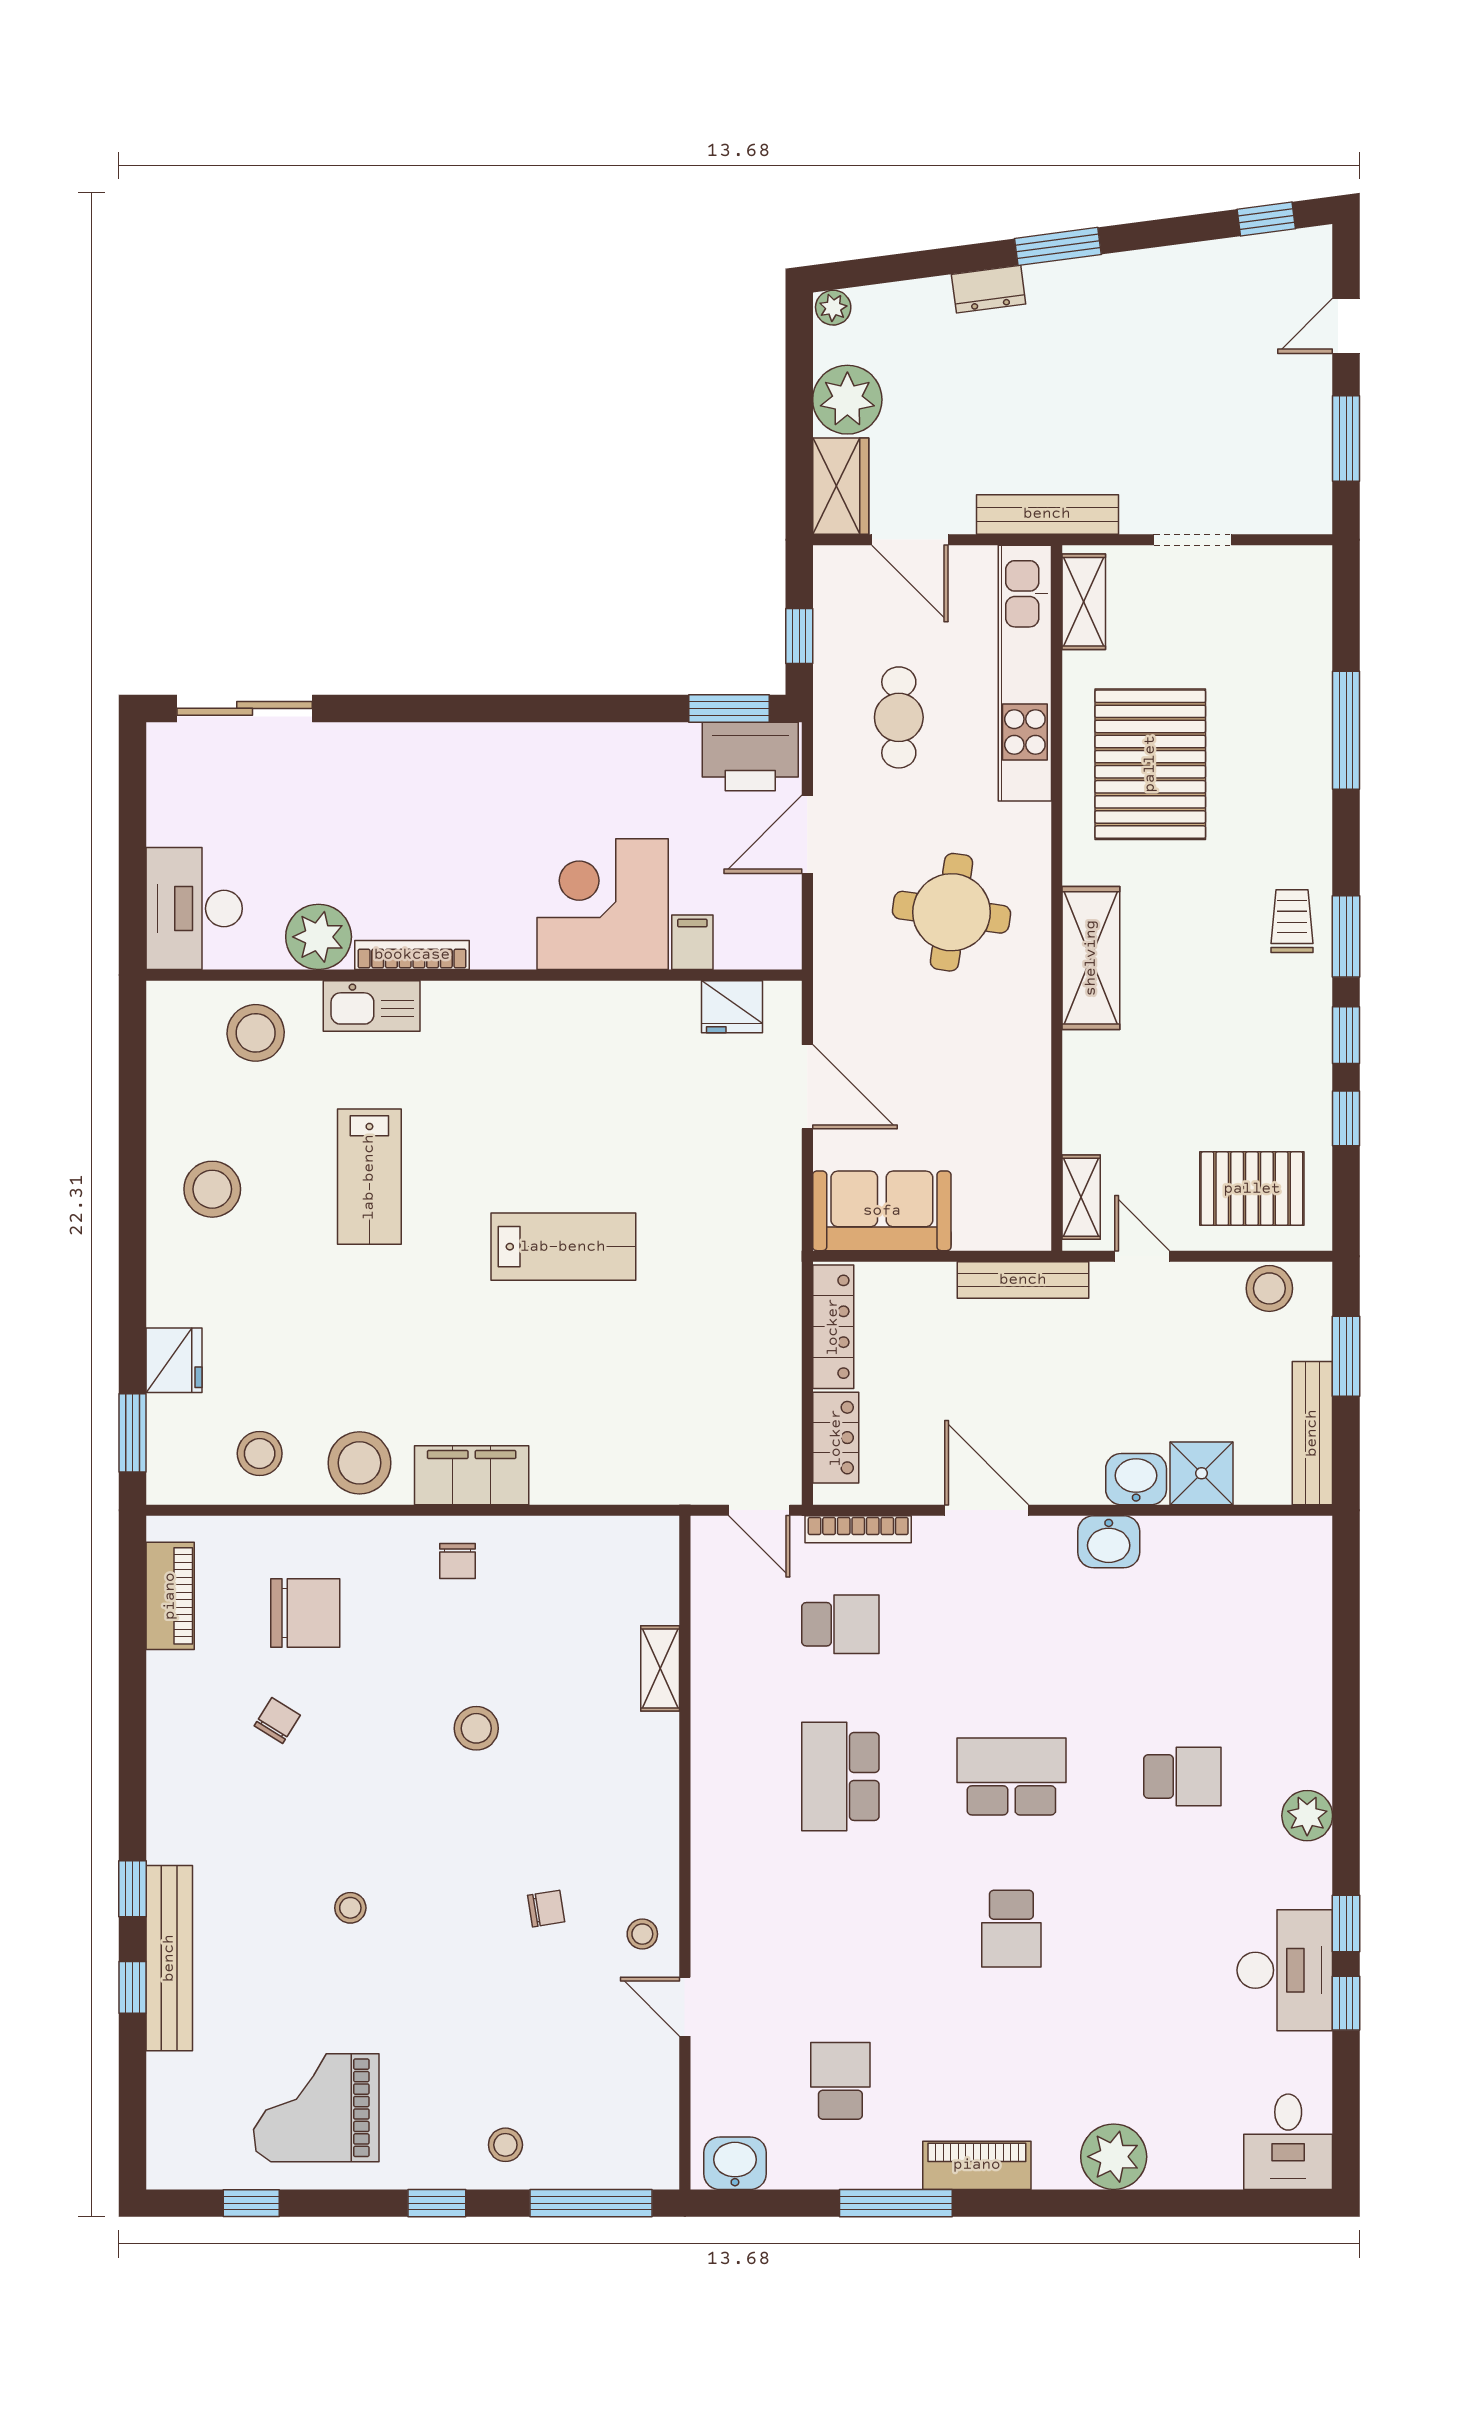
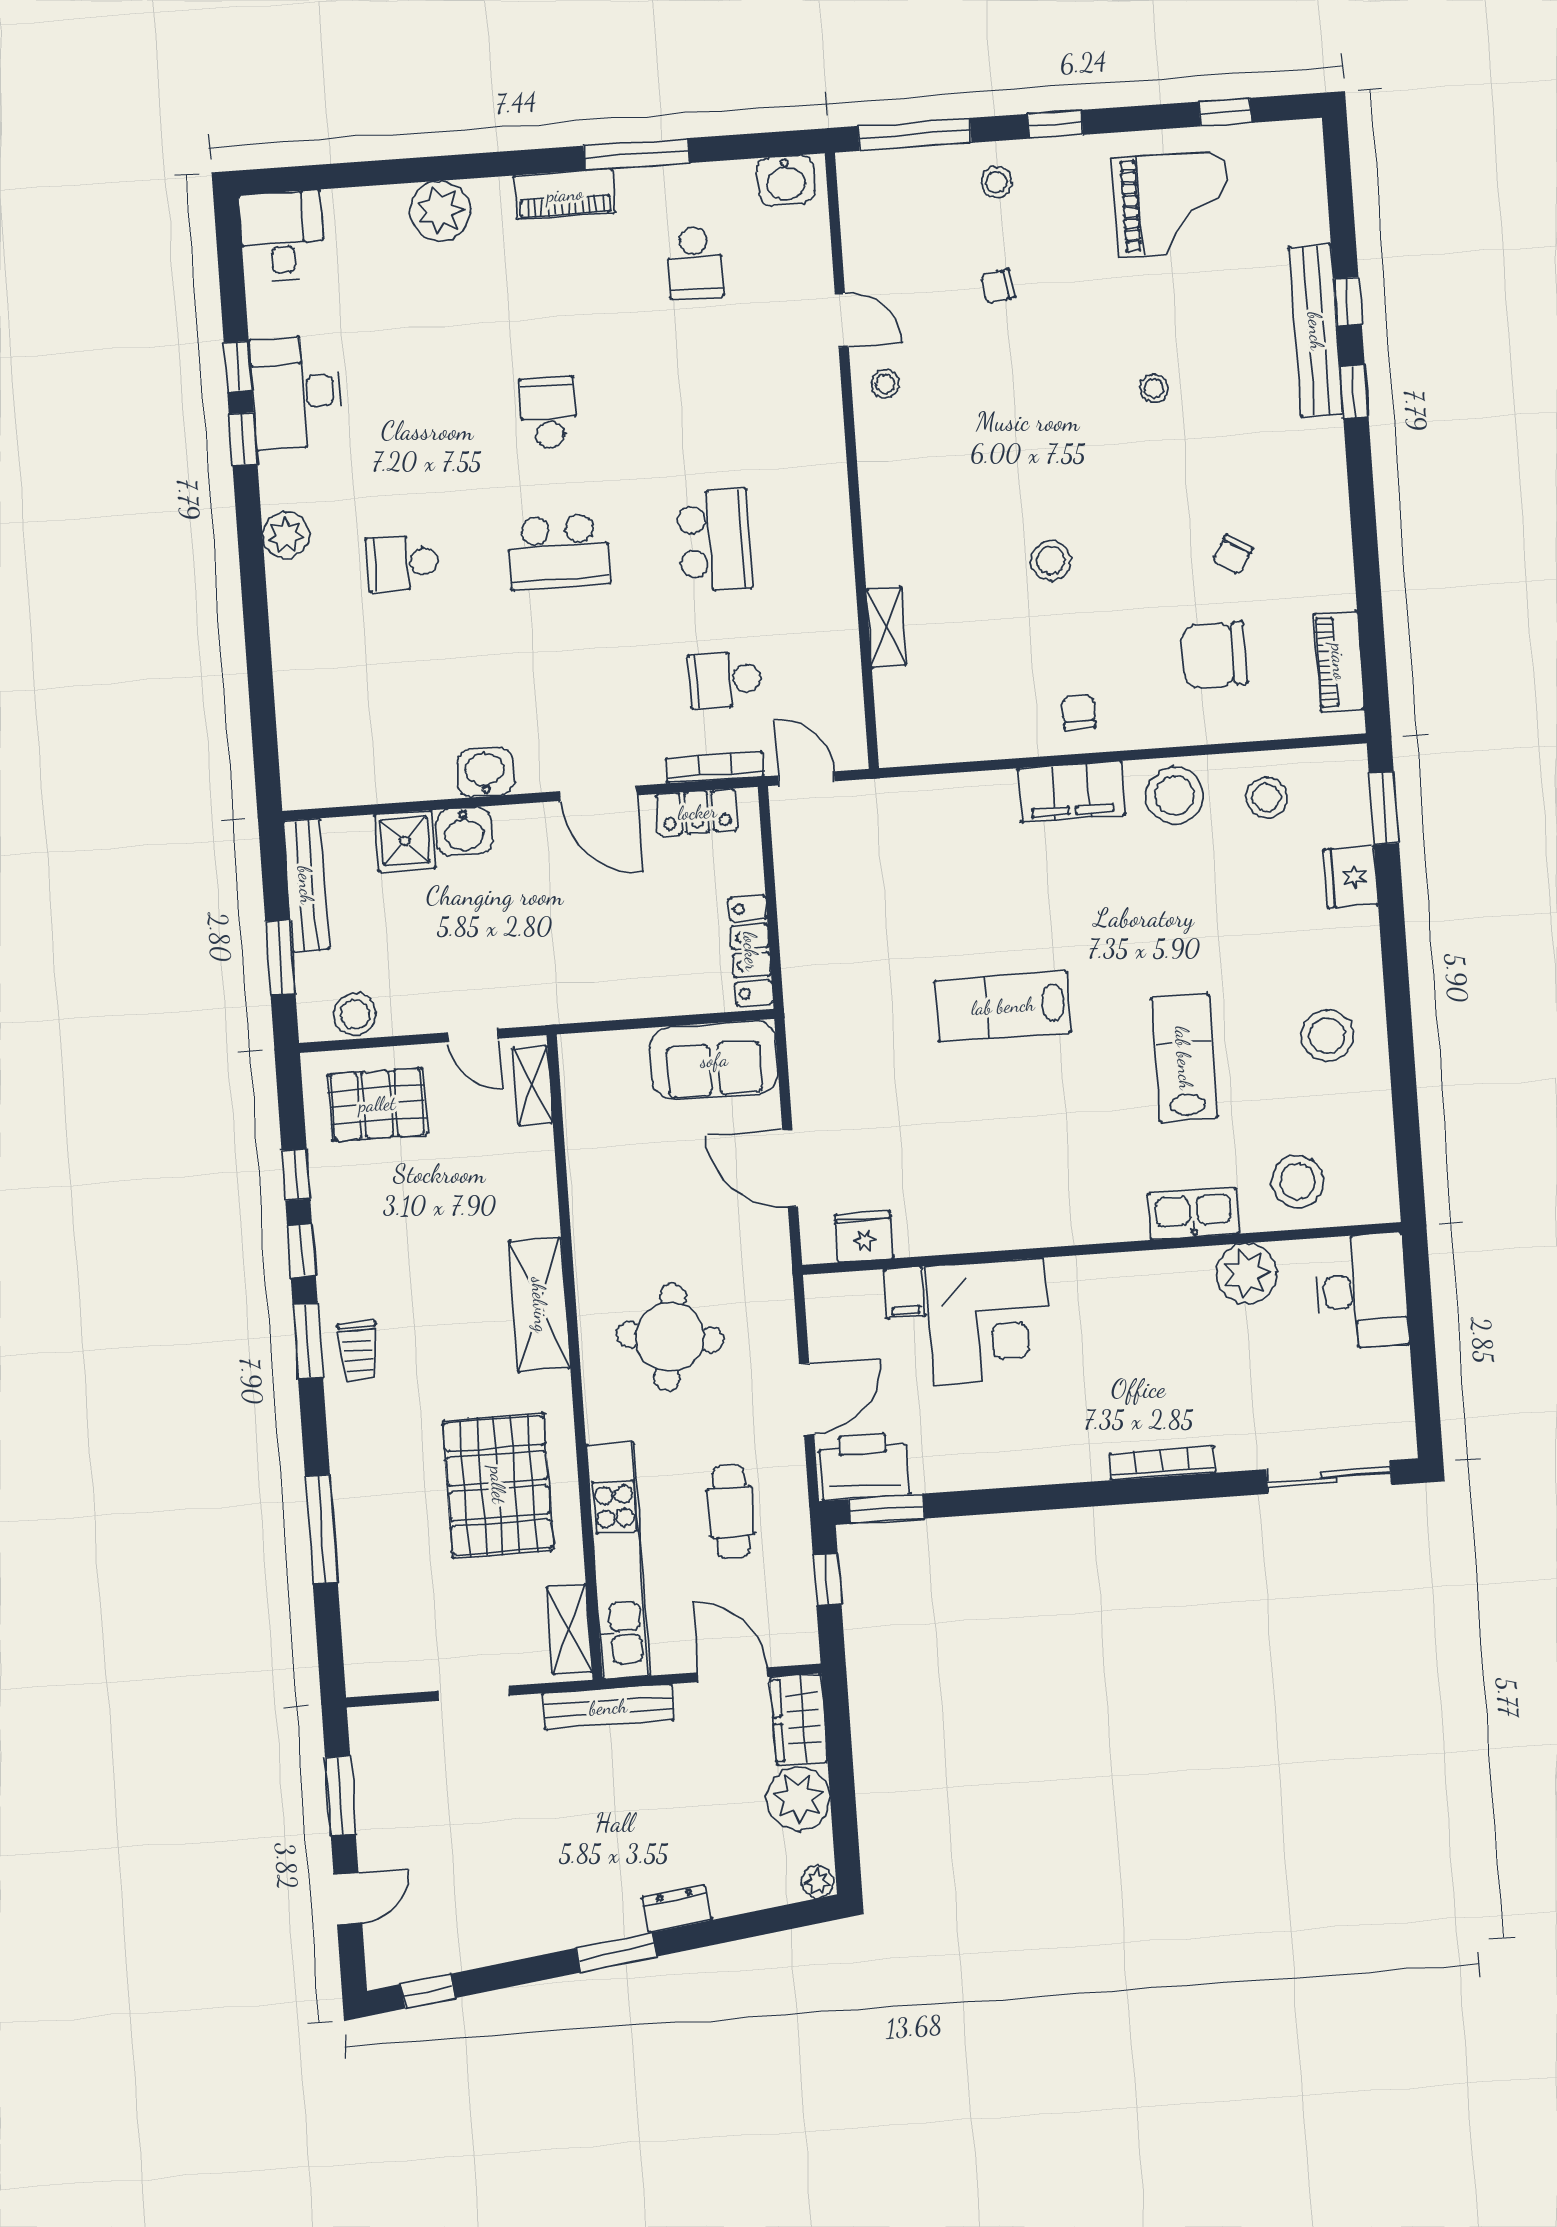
bookcase: (412, 955) -> (1162, 1463), moved, turned 180
bench: (1023, 1280) -> (581, 1006), removed
locker: (836, 1438) -> (697, 812), moved, turned -90
chair: (546, 1909) -> (998, 286), moved

